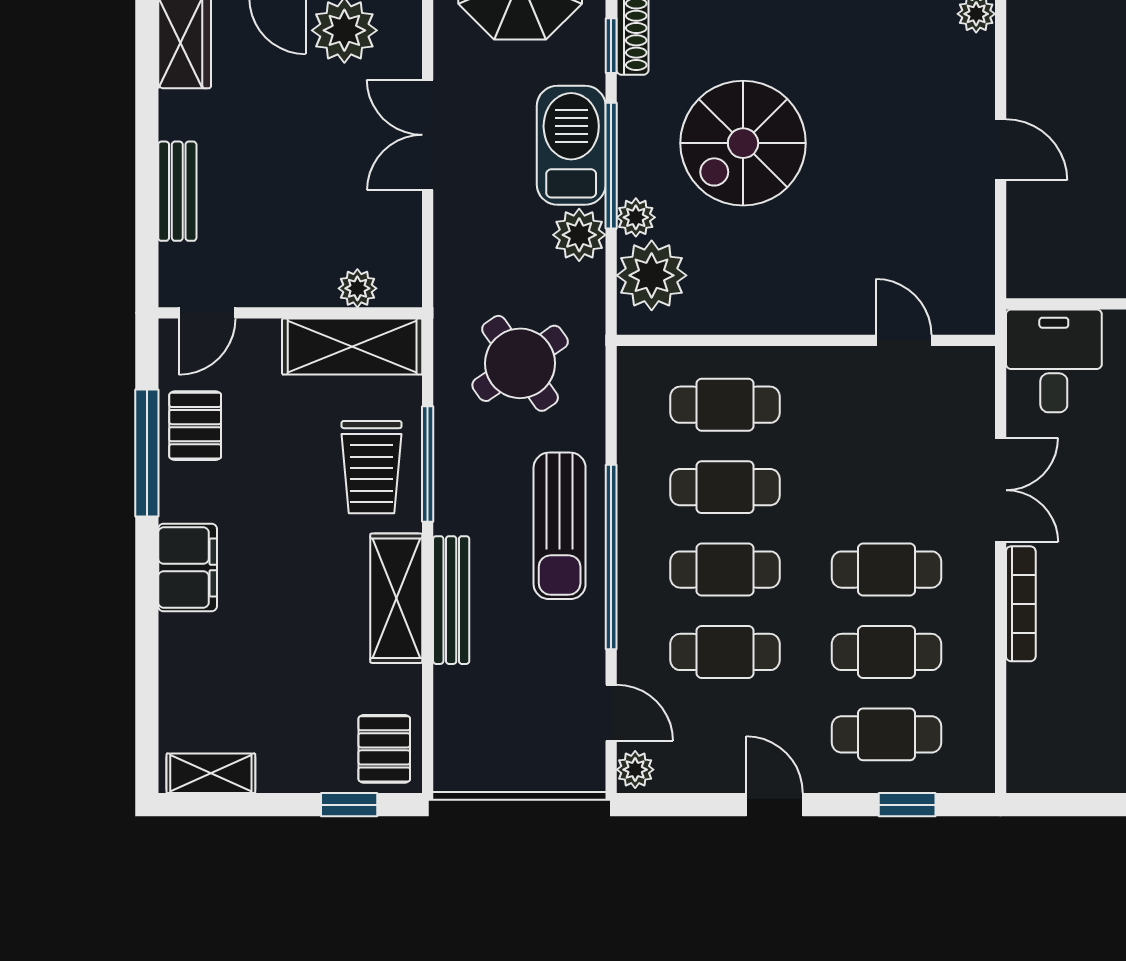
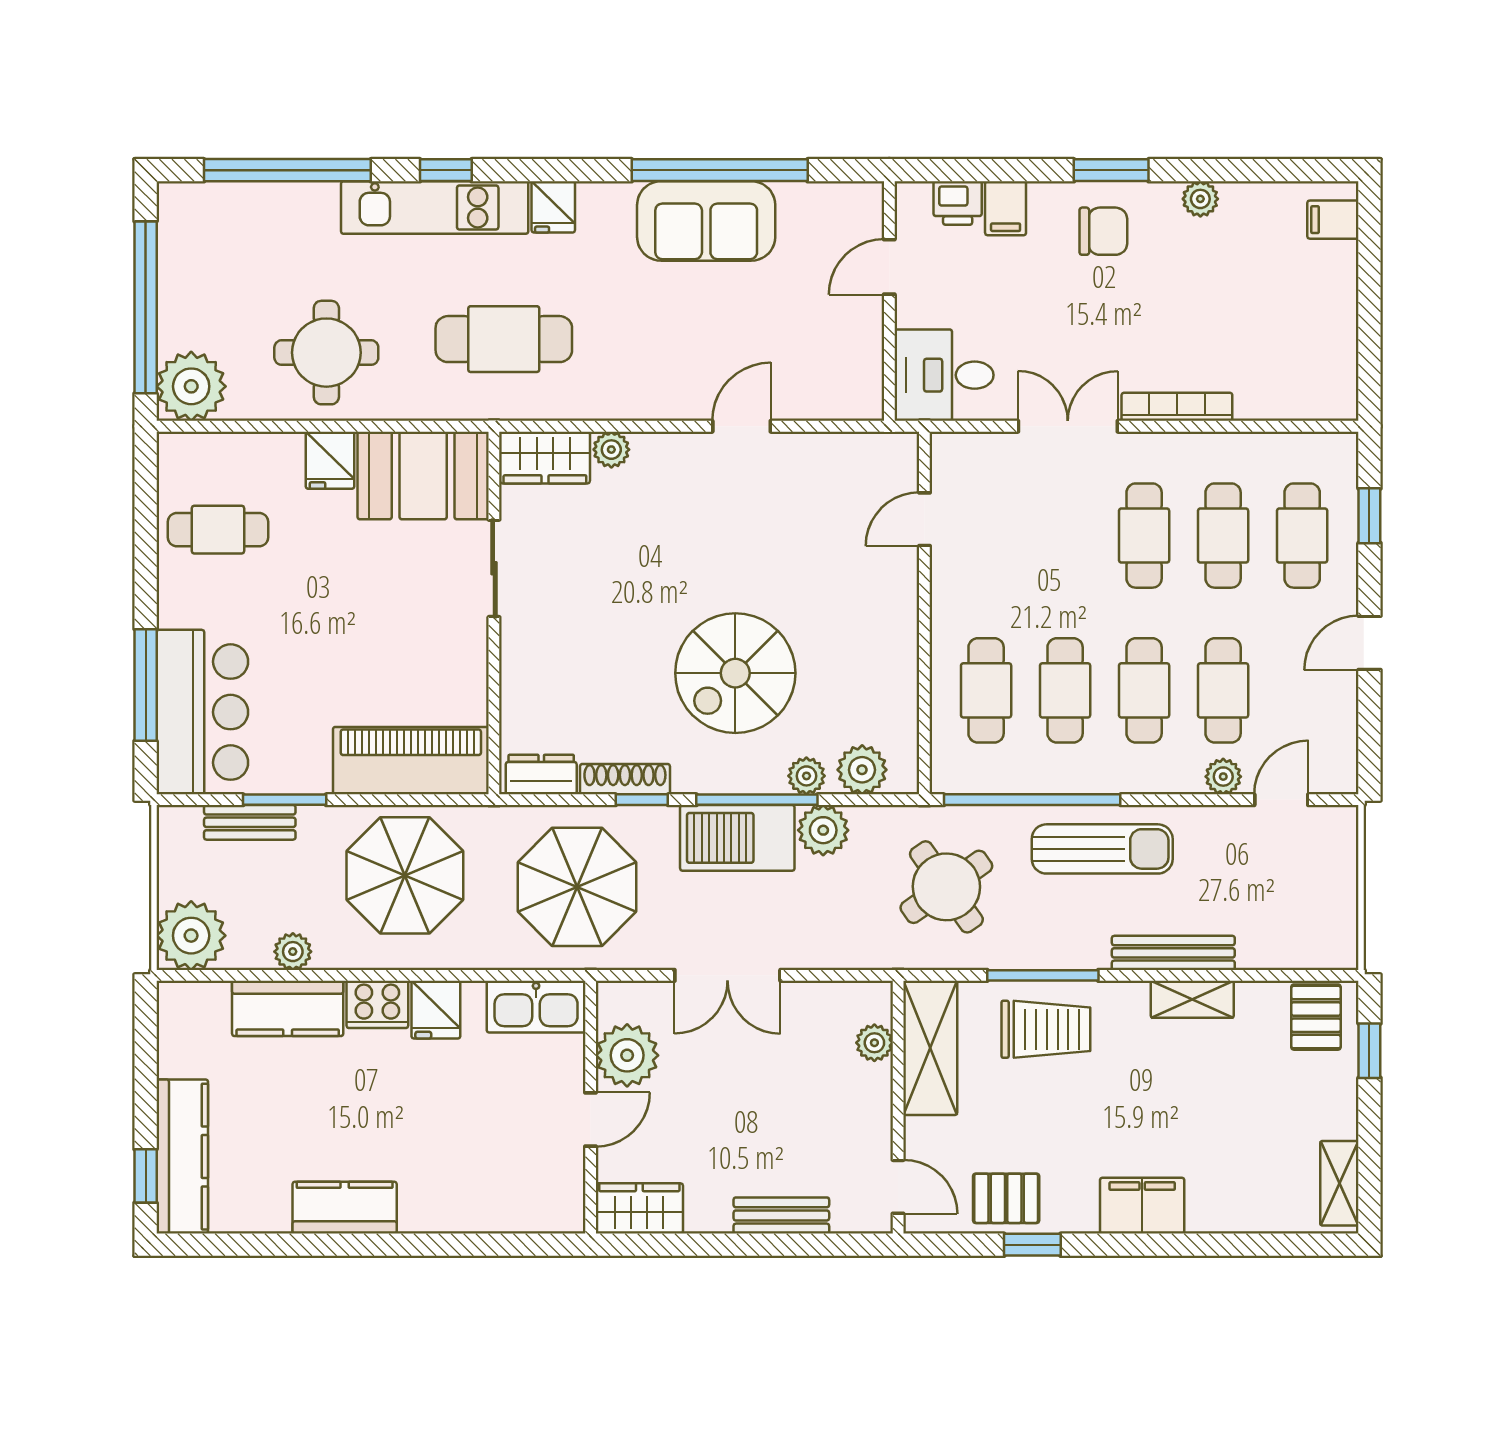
spiral stairs: (743, 143) -> (735, 673), turned 90
plant: (652, 275) -> (862, 770), width x0.73, depth x0.73
window: (147, 453) -> (1032, 1245), width x0.46
window: (611, 557) -> (1032, 800), moved
shelving: (396, 598) -> (1192, 999), width x0.67, depth x0.75
pallet: (384, 749) -> (1316, 1017), turned 90
plant: (635, 770) -> (1223, 777), moved

